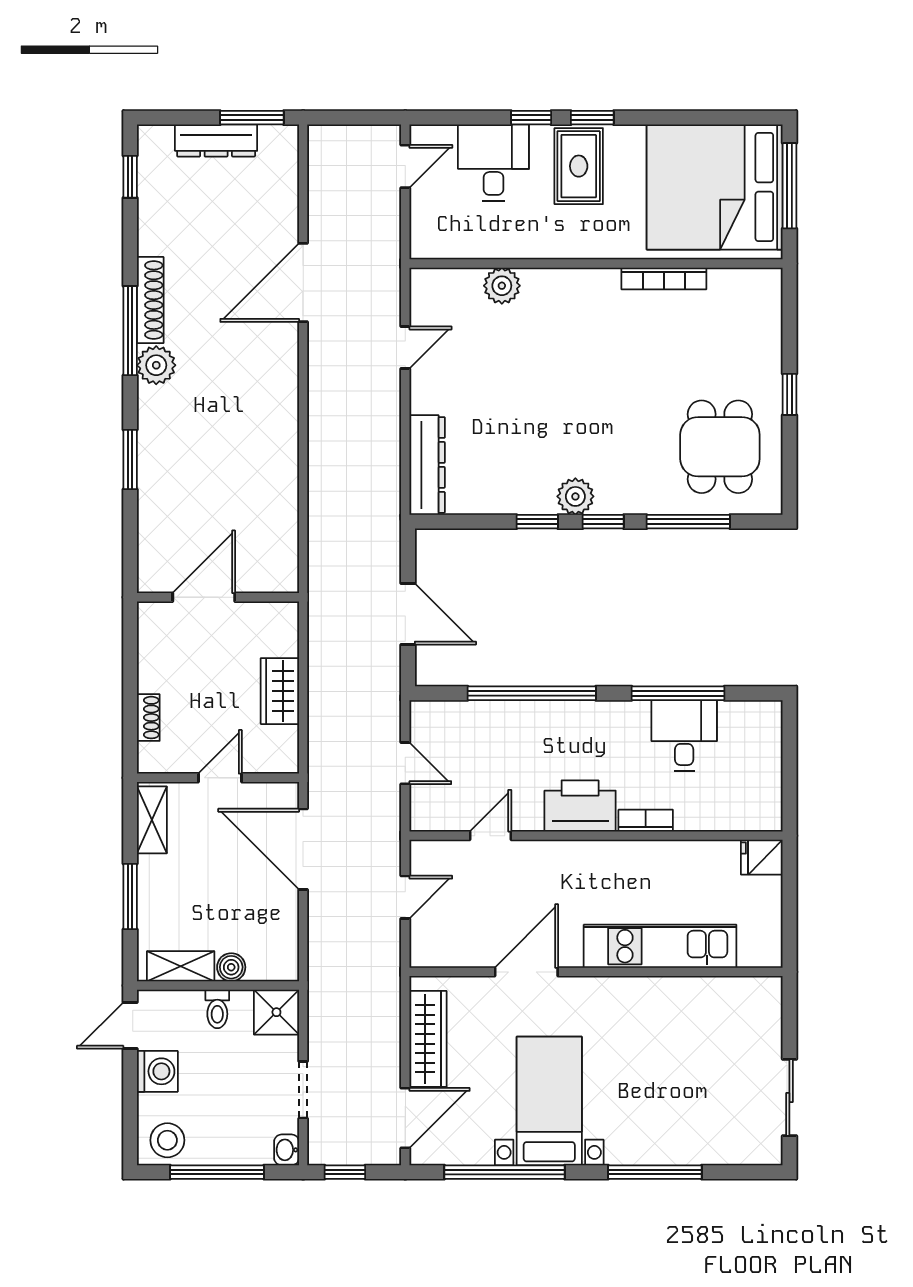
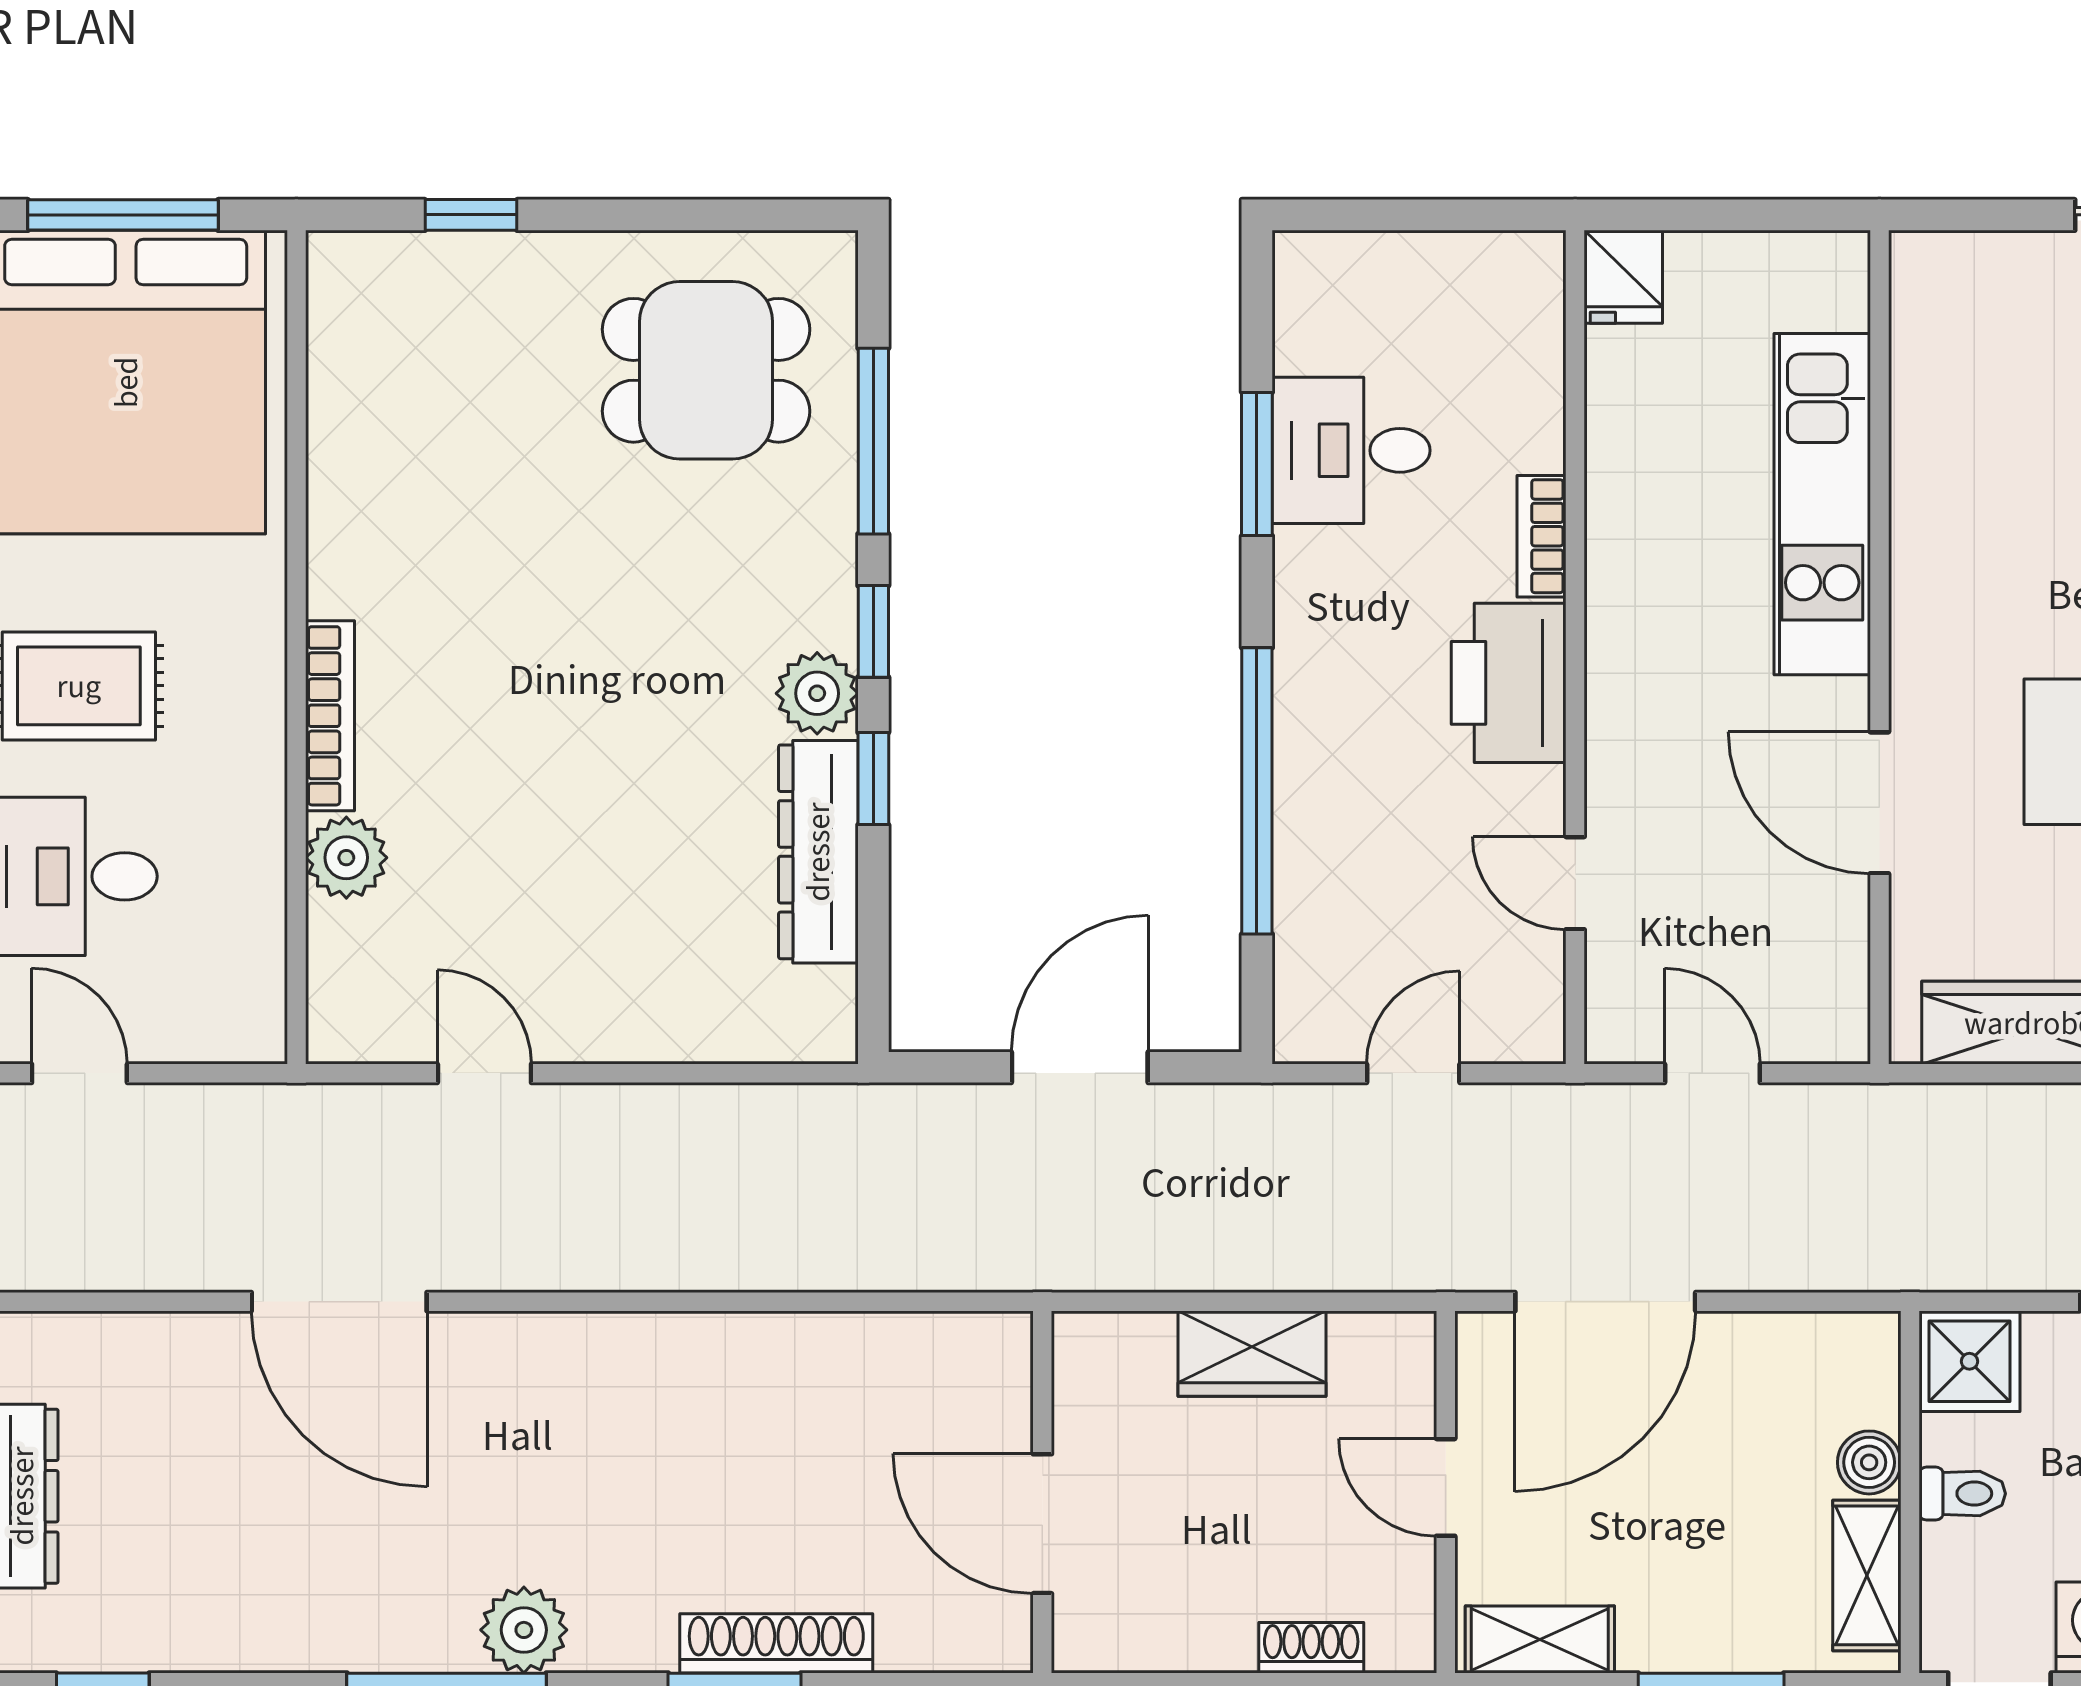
bookcase: (664, 278) -> (330, 716), moved
shoe rack: (150, 300) -> (776, 1643), moved
window: (789, 394) -> (471, 215), moved
dresser: (427, 465) -> (818, 852), moved, turned -90
window: (678, 693) -> (1257, 464), width x0.69

